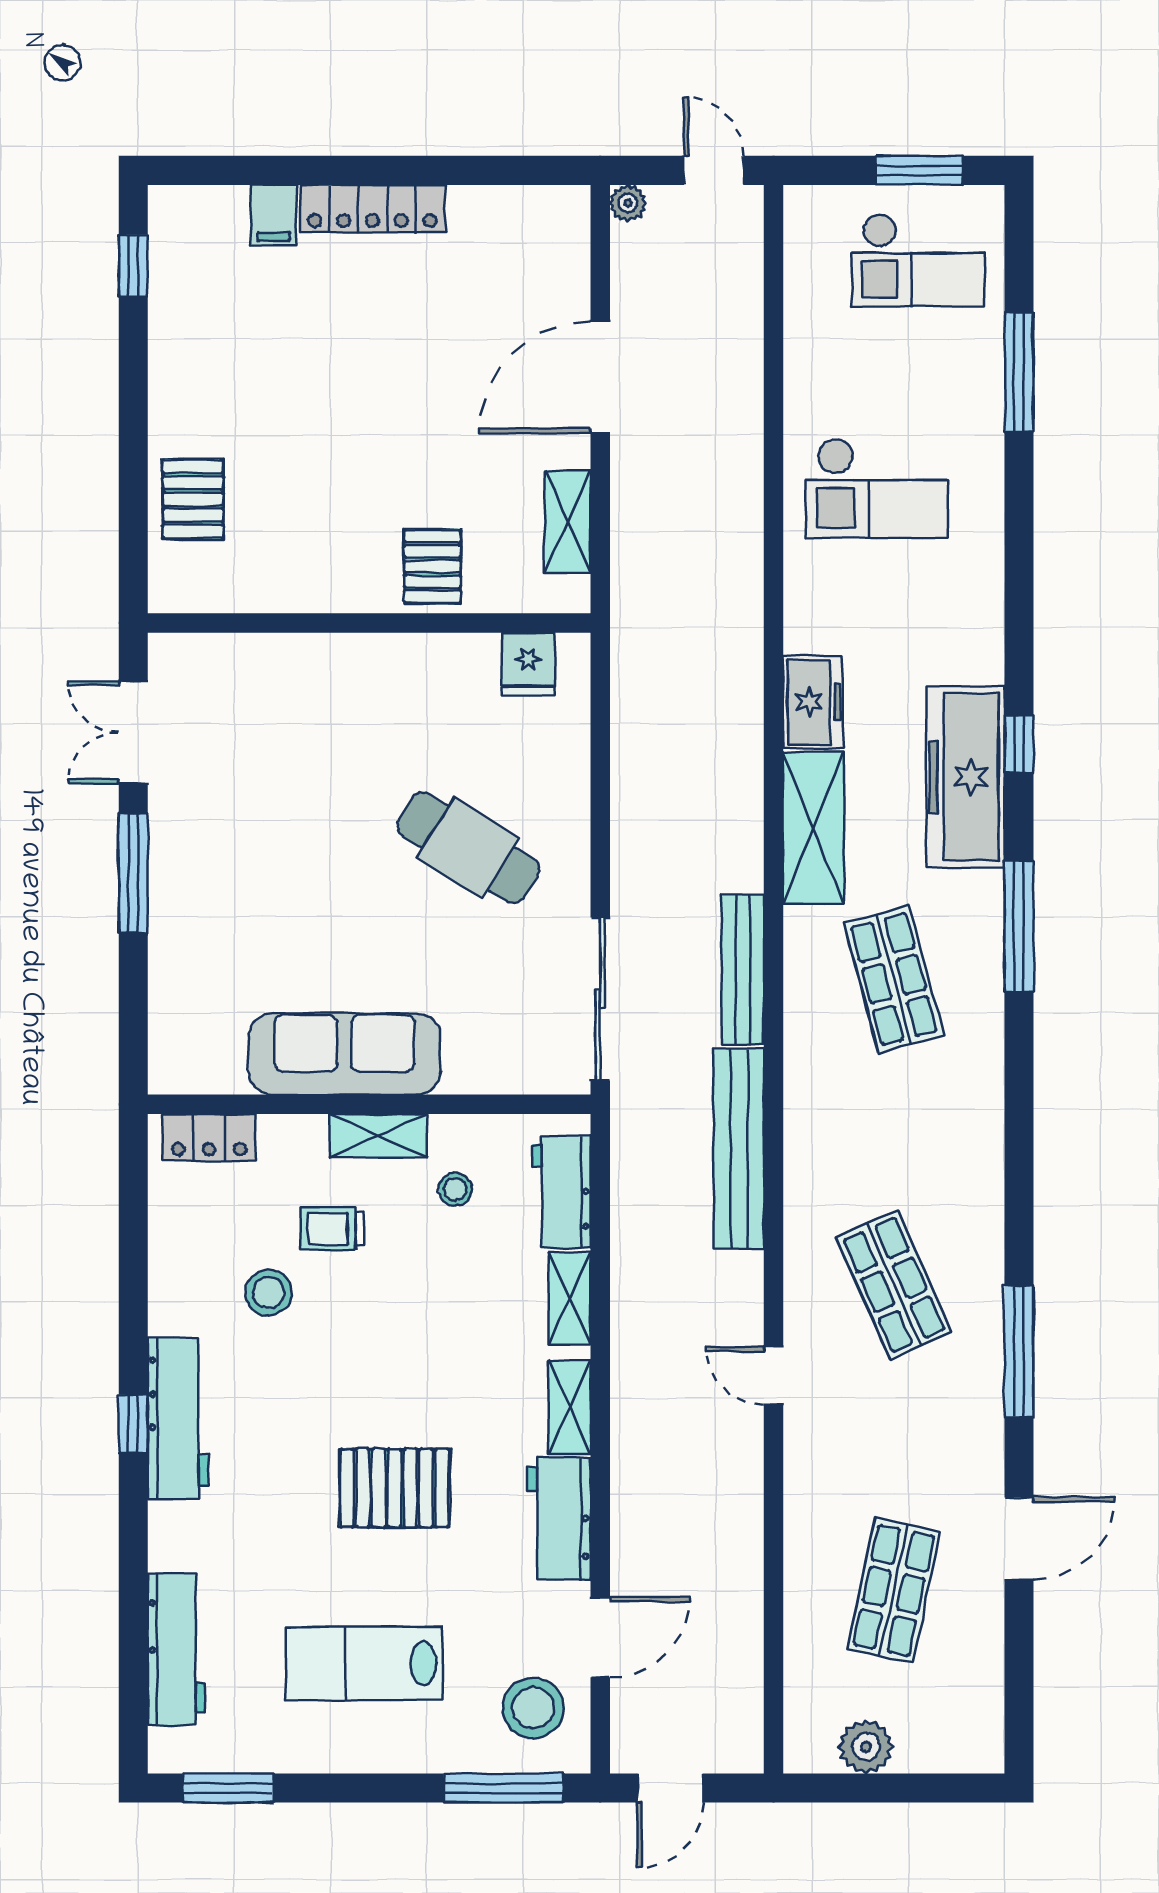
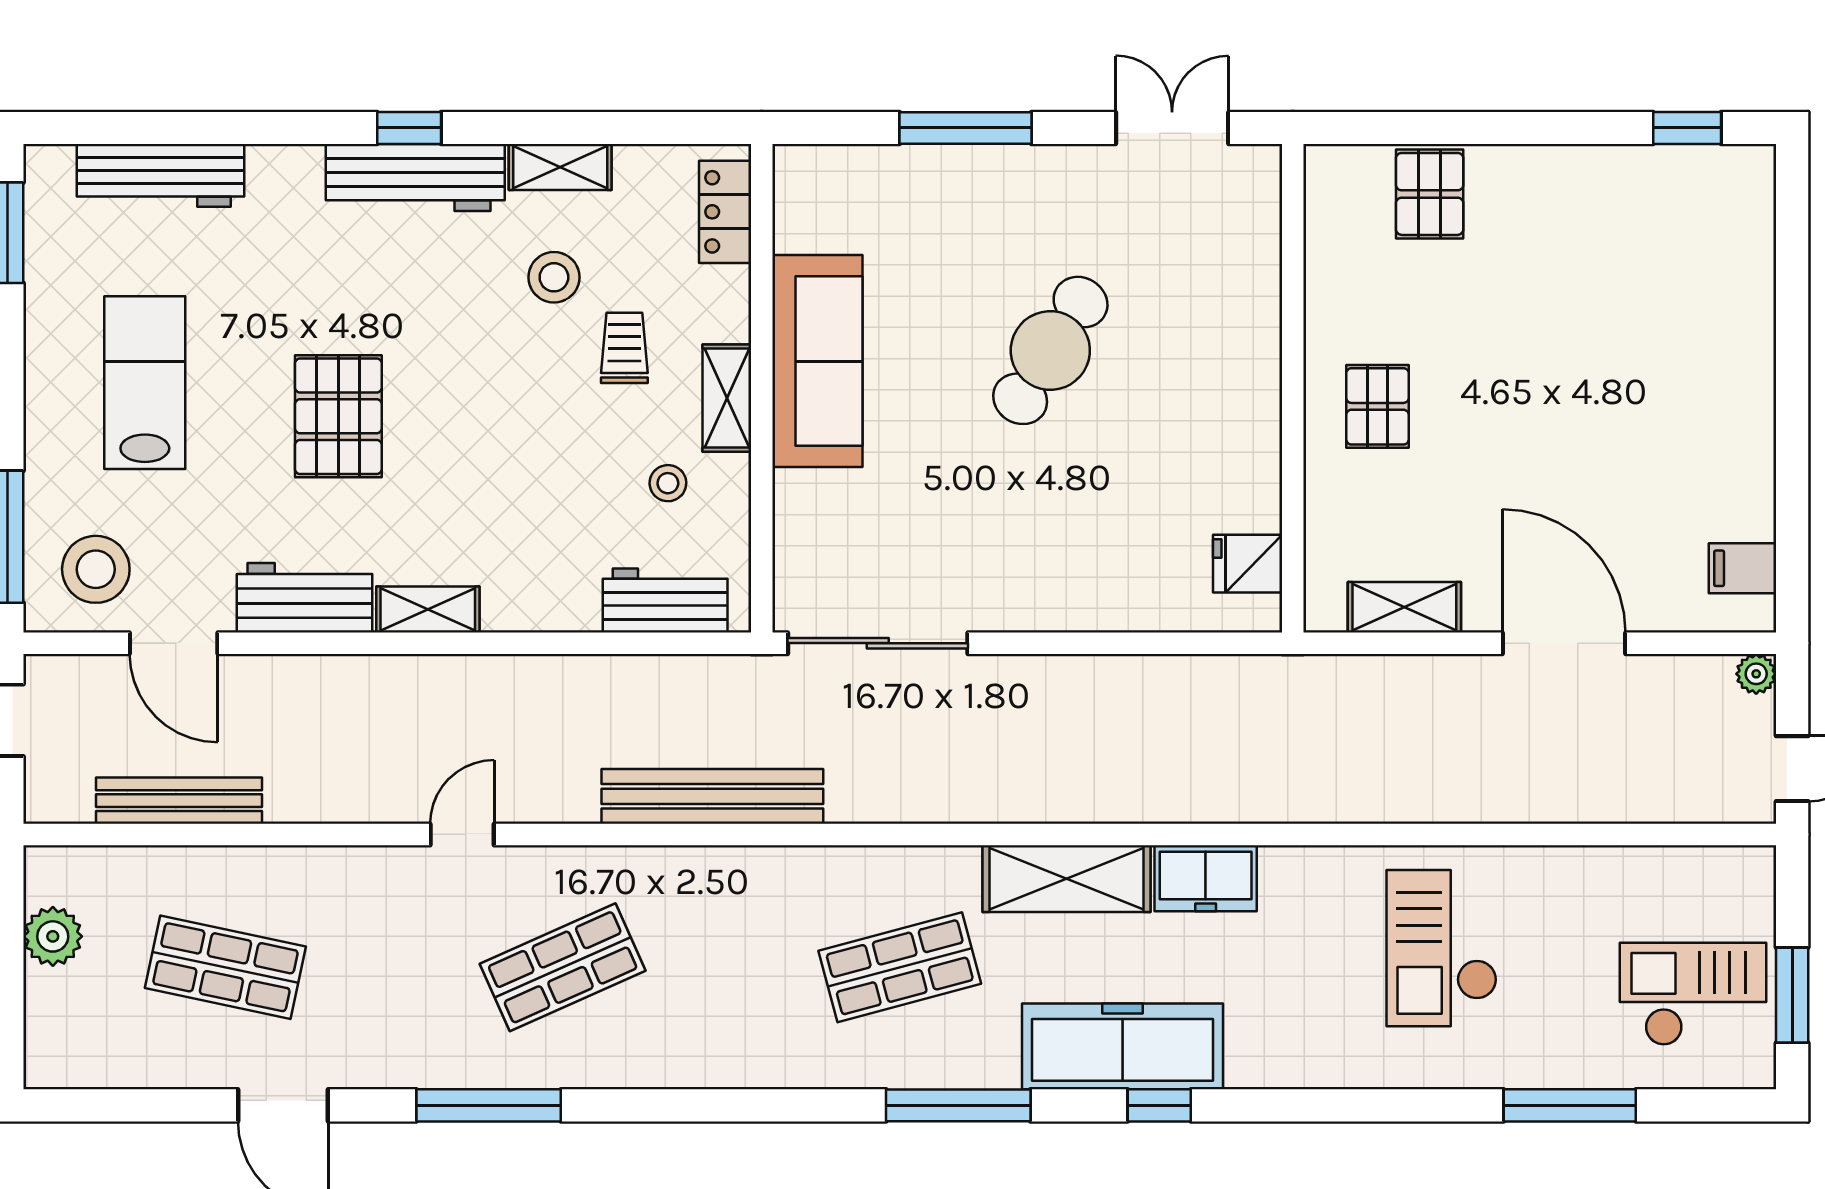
locker: (372, 209) -> (1750, 392), removed
filing cabinet: (274, 215) -> (1743, 568), moved
checkout: (918, 260) -> (1693, 994), turned 90
pallet: (193, 499) -> (1430, 194), turned 90
pallet: (432, 566) -> (1377, 406), moved, turned 90
cafe table: (468, 848) -> (1050, 350), moved
window: (133, 873) -> (965, 128), moved
bench: (743, 970) -> (179, 801), moved
shelving: (570, 1298) -> (560, 167), moved

